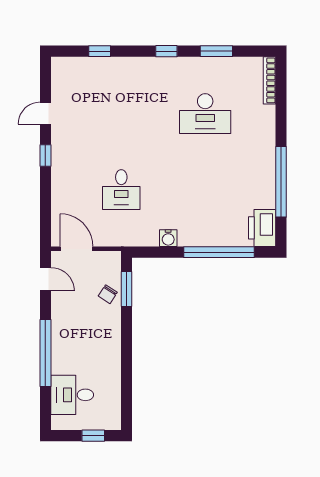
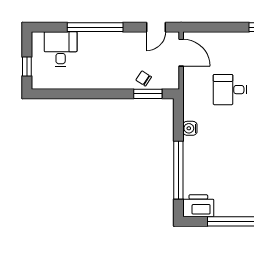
door: (77, 249) -> (181, 53), hinge flipped

